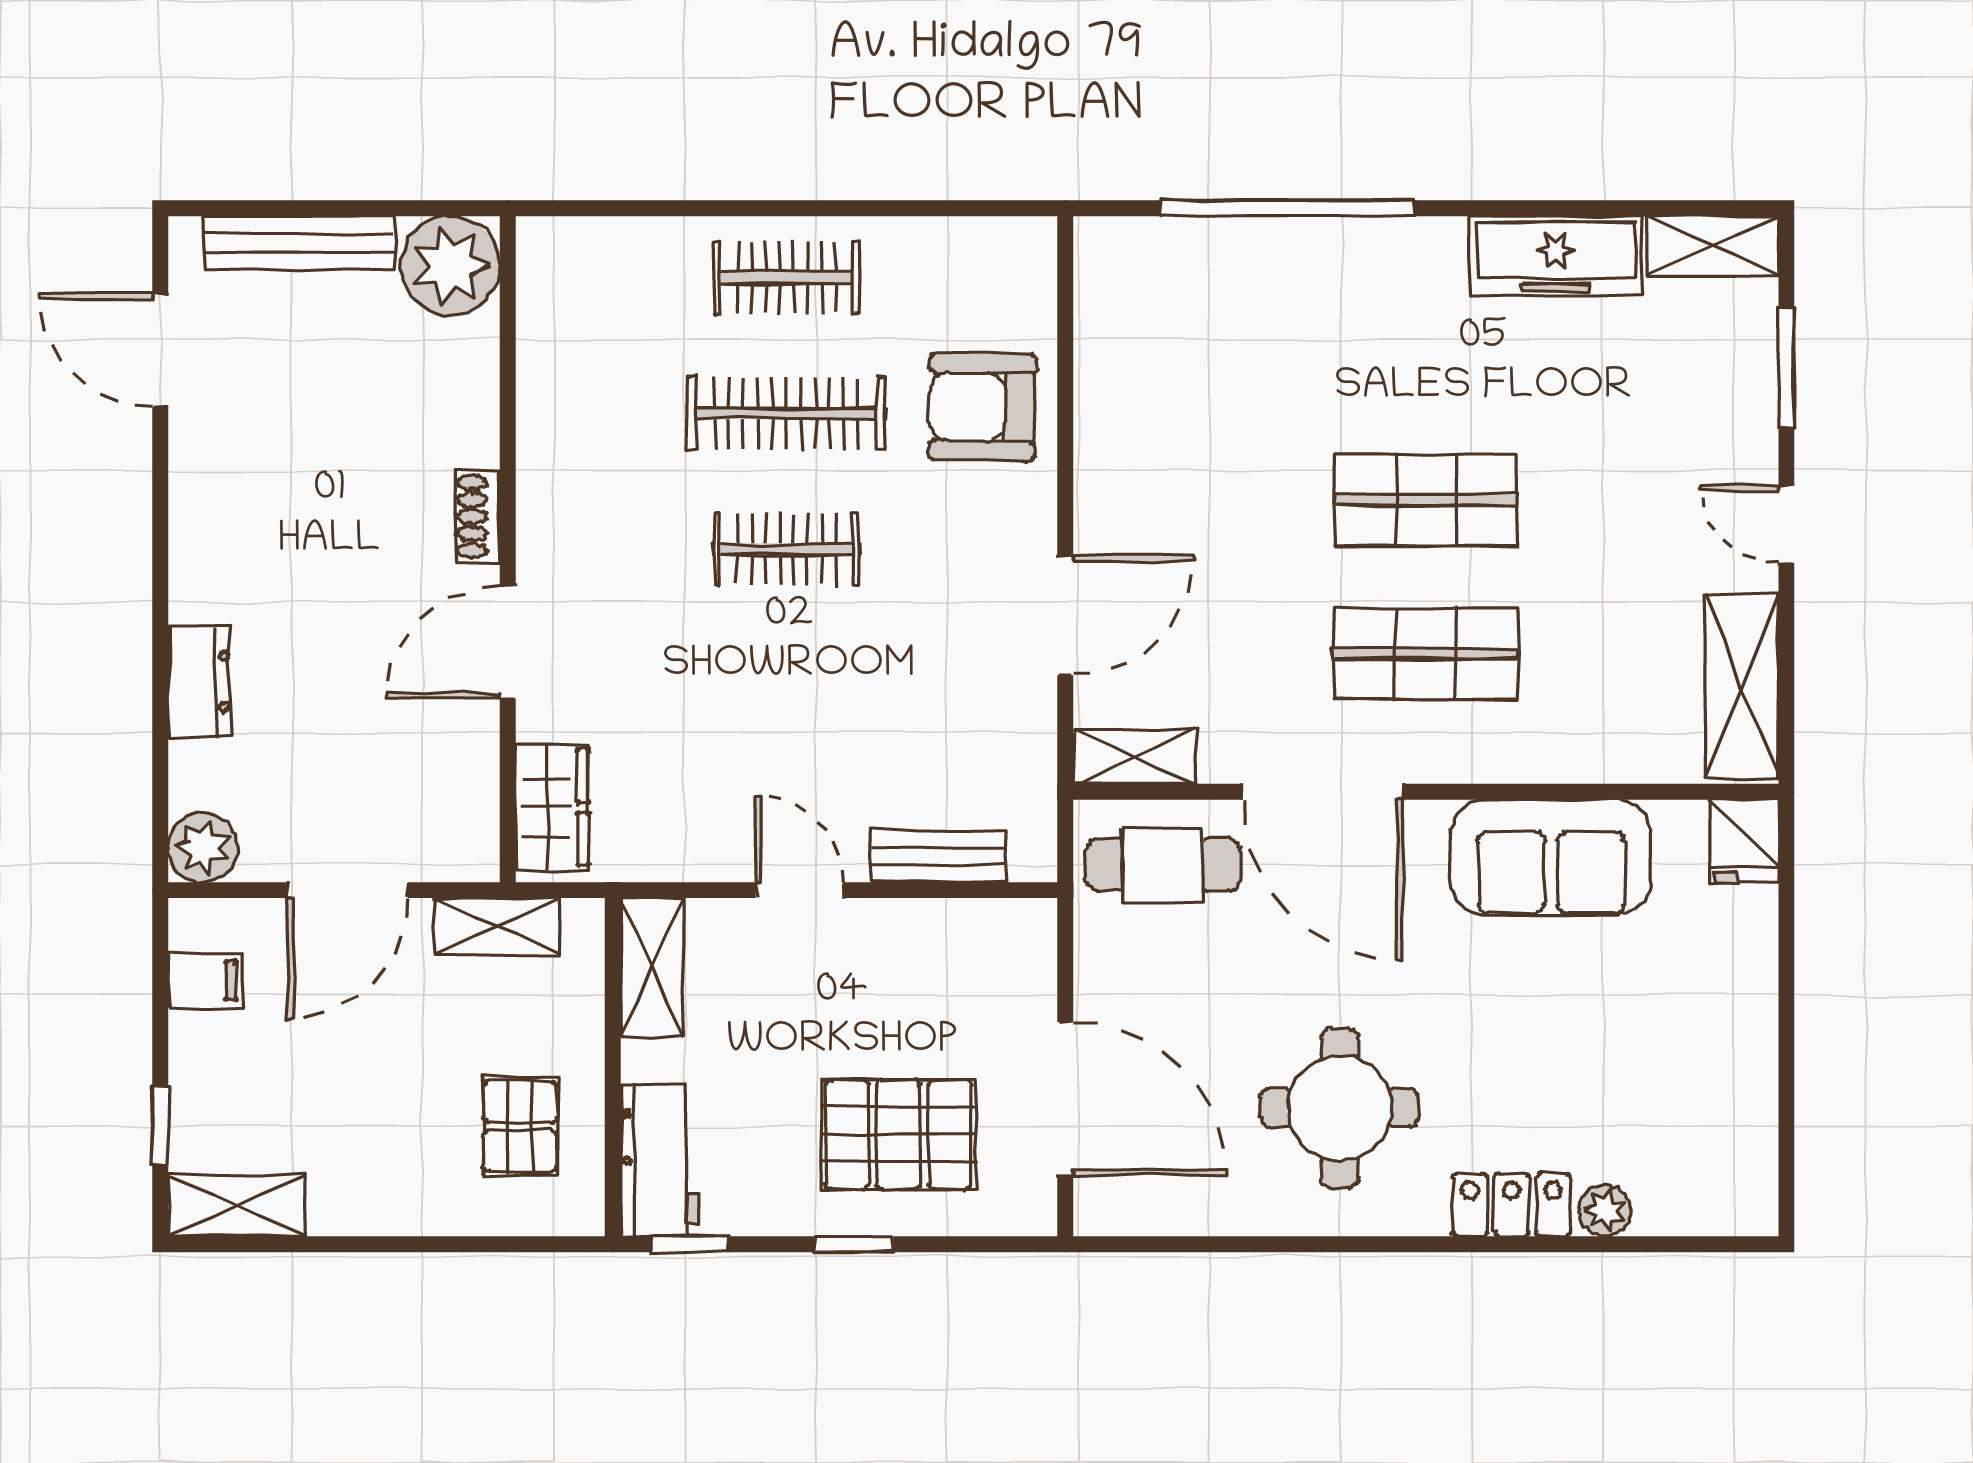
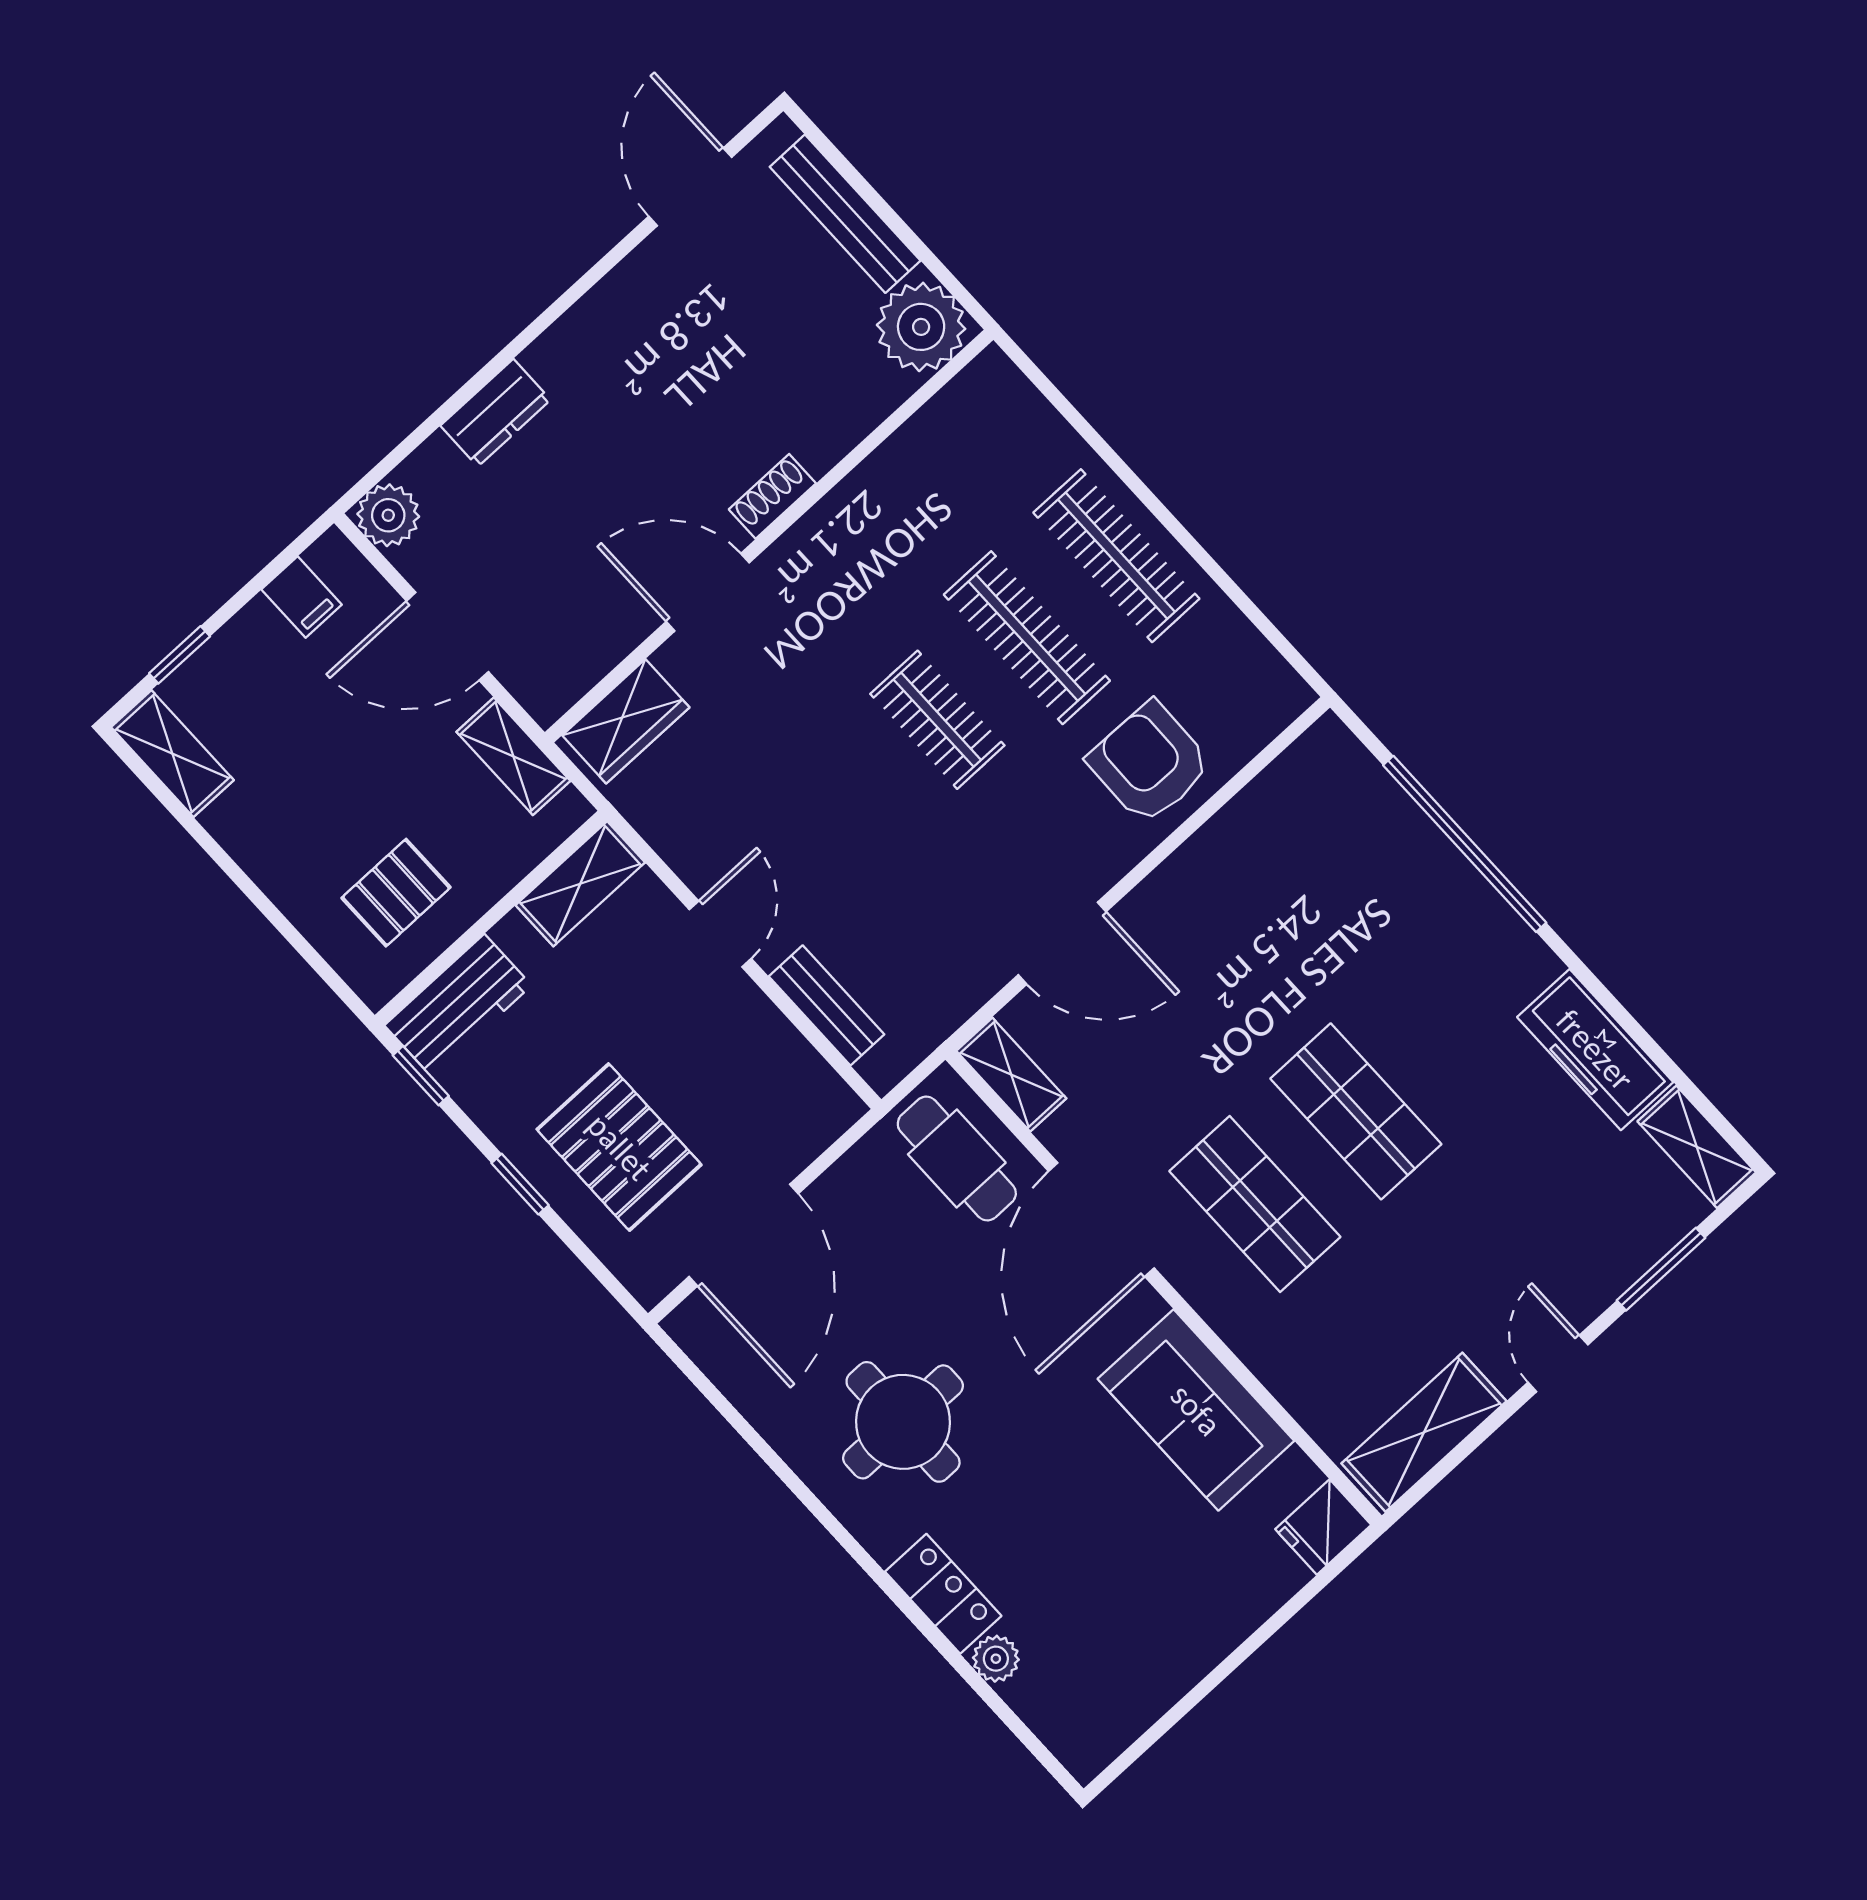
clothes rail: (787, 278) -> (1116, 556), width x1.36

